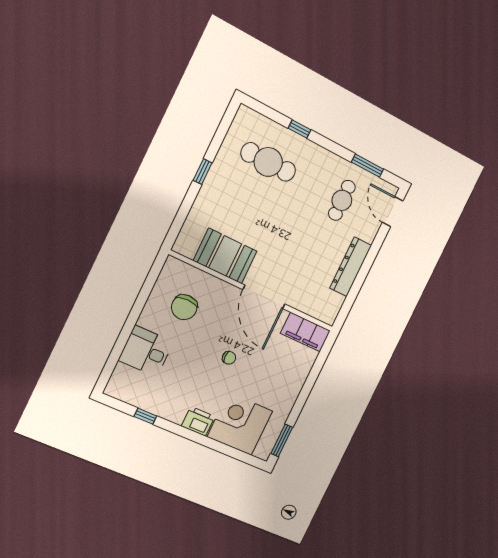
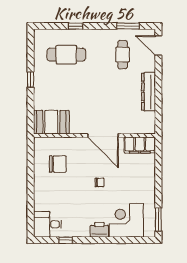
booth: (225, 256) -> (51, 122), moved
chair: (184, 307) -> (58, 164), turned -90
desk: (146, 351) -> (47, 224), moved

